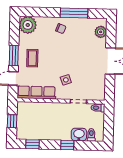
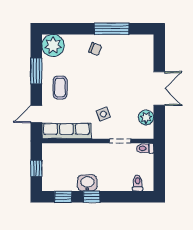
plant: (101, 32) -> (146, 117), moved
window: (14, 56) -> (36, 71), moved
washbasin: (79, 135) -> (87, 183), moved
window: (67, 145) -> (92, 197), moved

